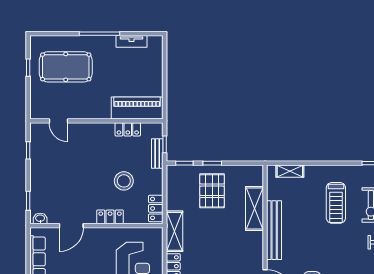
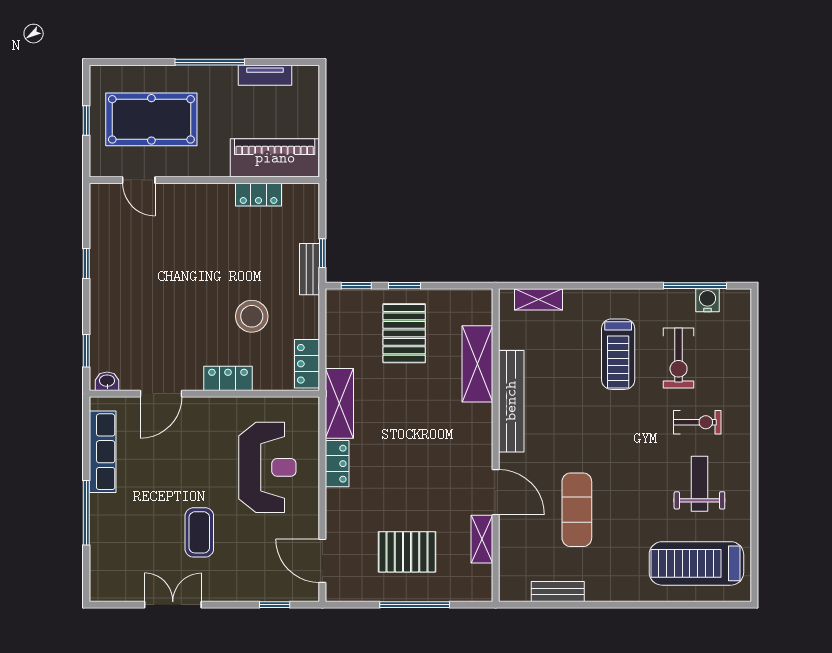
piano: (137, 108) -> (275, 158), moved
door: (58, 121) -> (139, 180), moved
wall: (96, 121) -> (204, 180), moved
locker: (128, 129) -> (259, 195), moved

